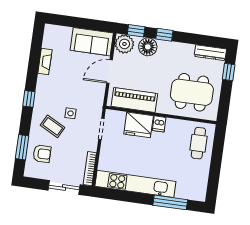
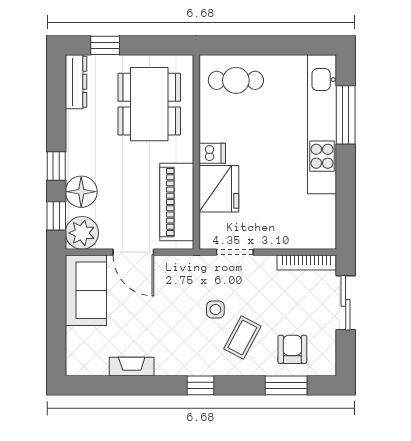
kitchen unit: (135, 184) -> (322, 124), moved

